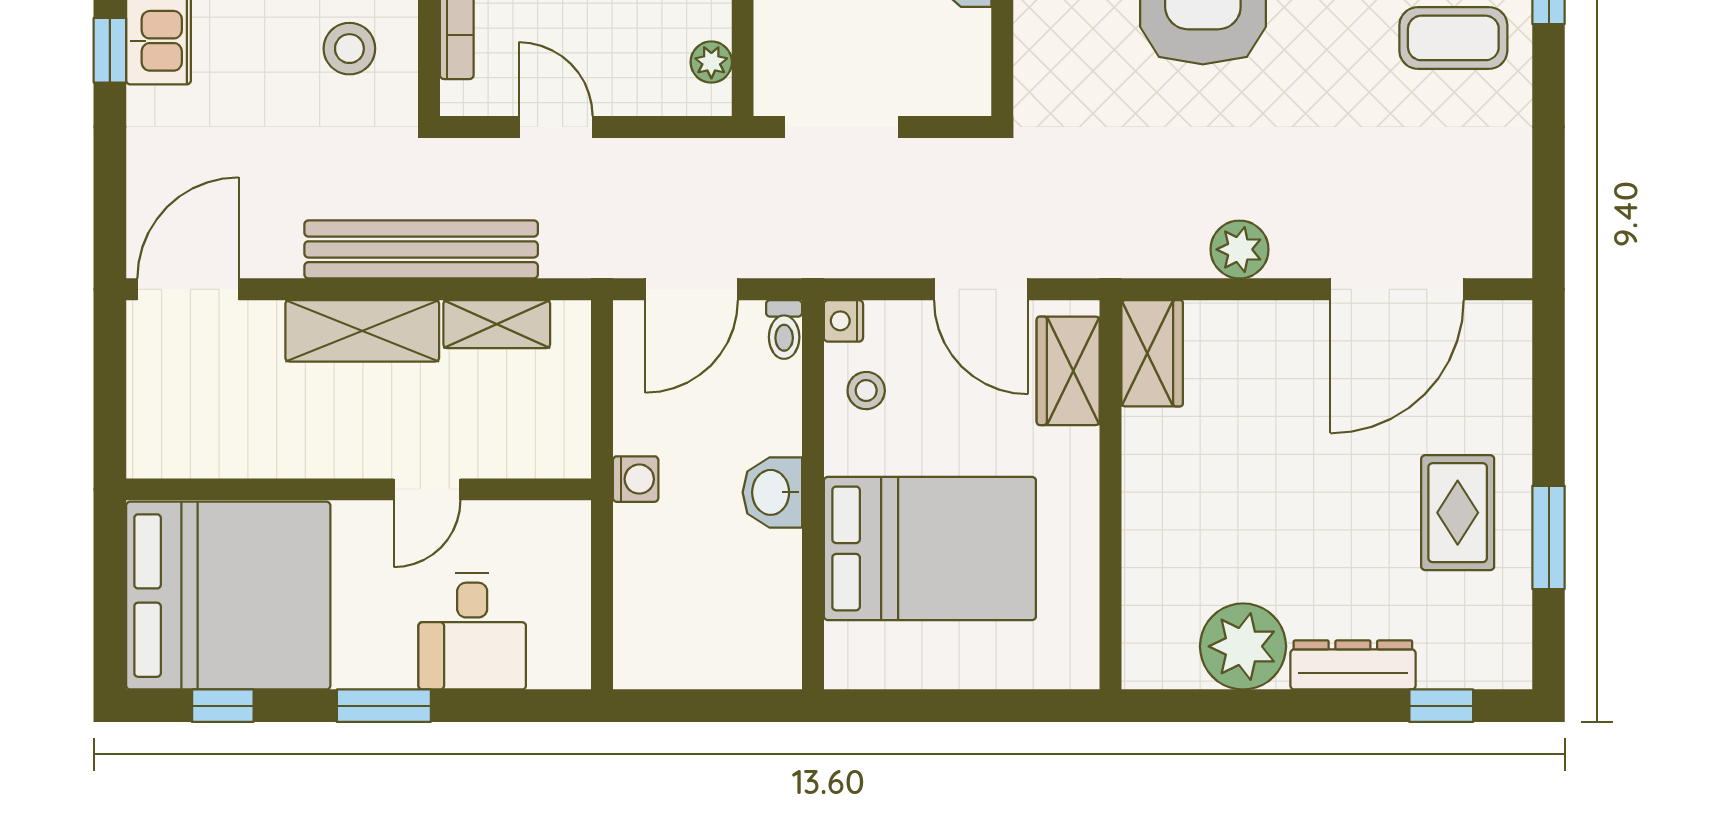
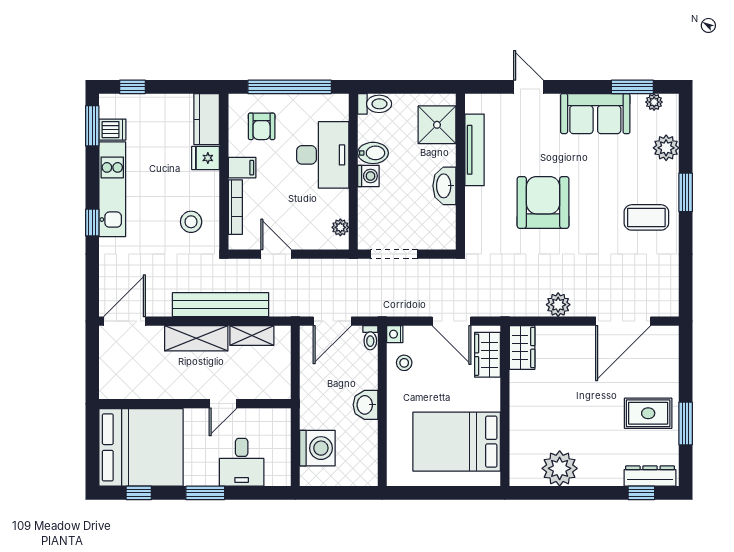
washing machine: (636, 479) -> (317, 448), moved, width x1.89, depth x1.89
rug: (1458, 513) -> (648, 413), turned 90
bed: (930, 548) -> (457, 442), moved, turned 180
dresser: (1353, 665) -> (650, 476), moved

